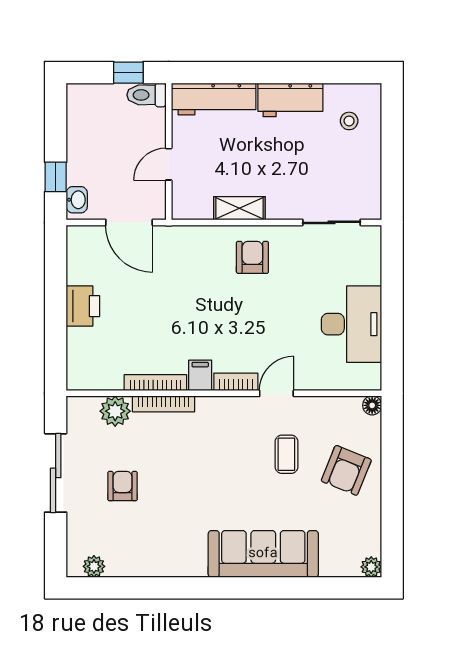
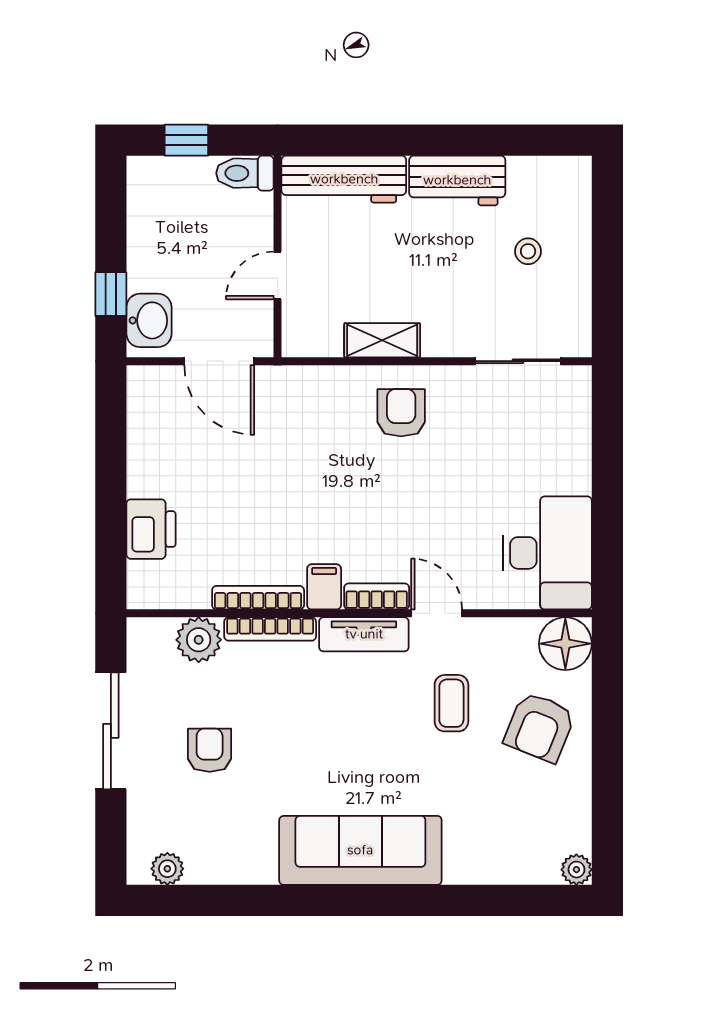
window: (128, 73) -> (186, 140), moved
stool: (349, 121) -> (528, 251), moved
washbasin: (77, 200) -> (149, 320), width x1.38, depth x1.45
printer: (83, 306) -> (151, 529), moved
desk: (352, 324) -> (547, 553), moved
door: (276, 393) -> (437, 613), hinge flipped
floor lamp: (372, 405) -> (565, 644), width x1.89, depth x1.89
tv unit: (227, 408) -> (364, 634), added
sofa: (263, 554) -> (360, 850), moved

